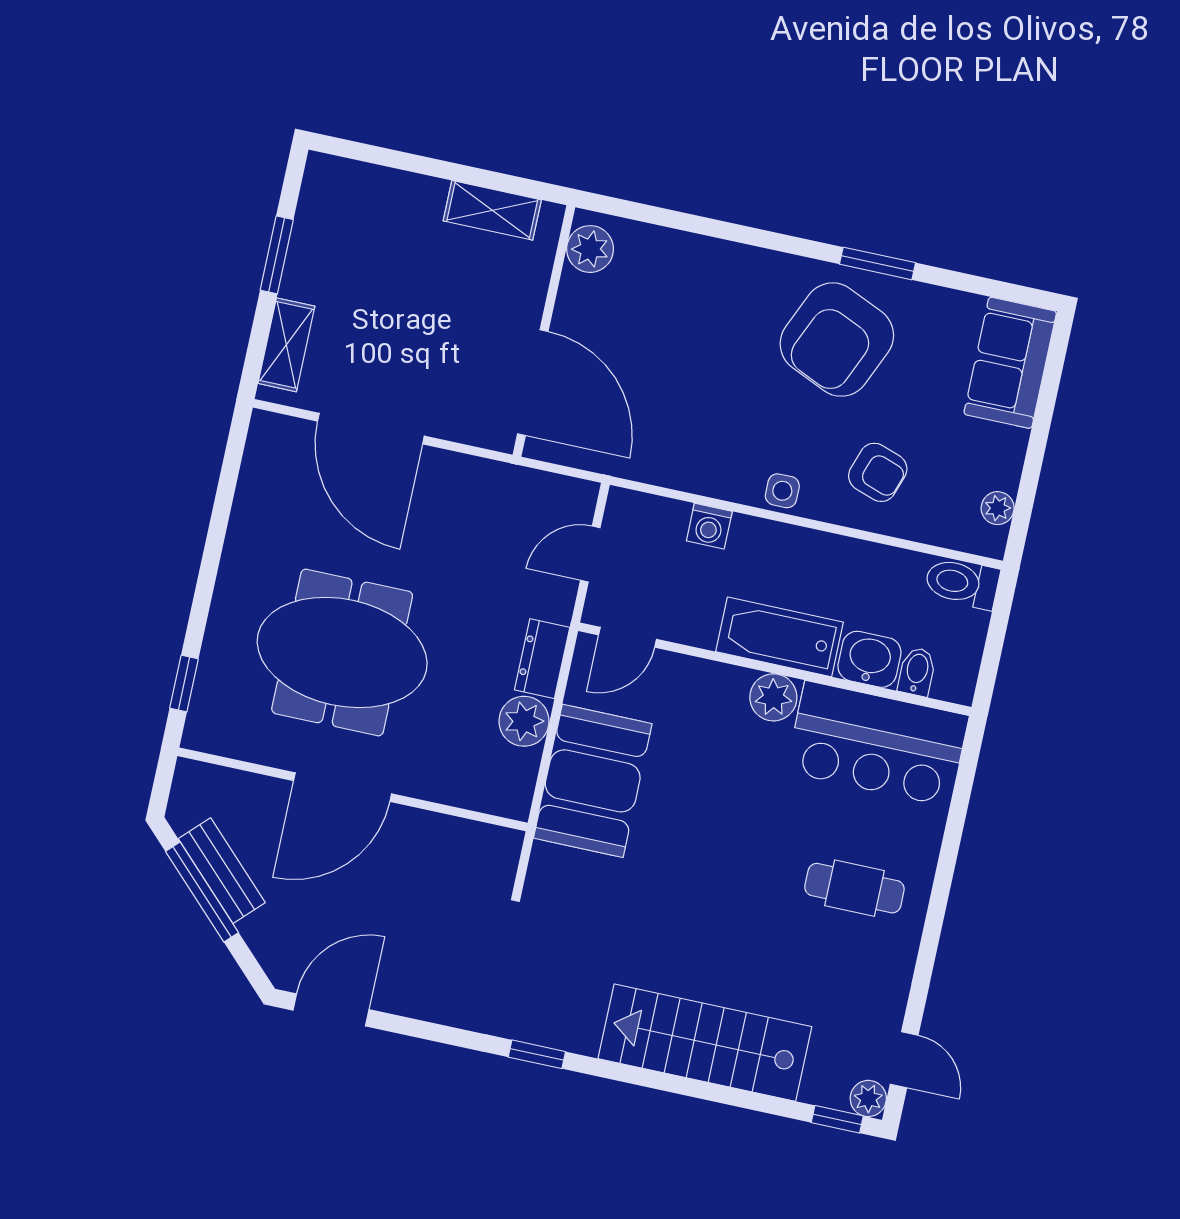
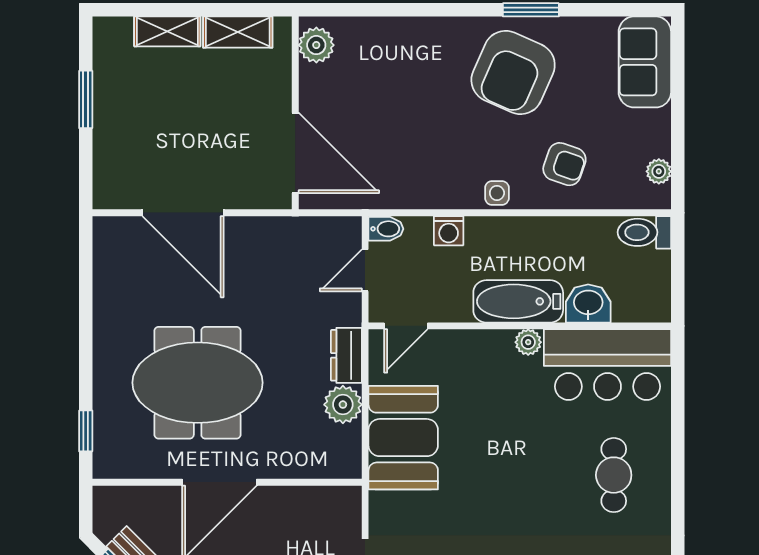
shelving: (286, 345) -> (167, 31), moved, turned 90
bidet: (917, 672) -> (386, 229), moved, turned 90
plant: (773, 697) -> (528, 342), width x0.73, depth x0.73
cafe table: (854, 888) -> (614, 475), turned 90

